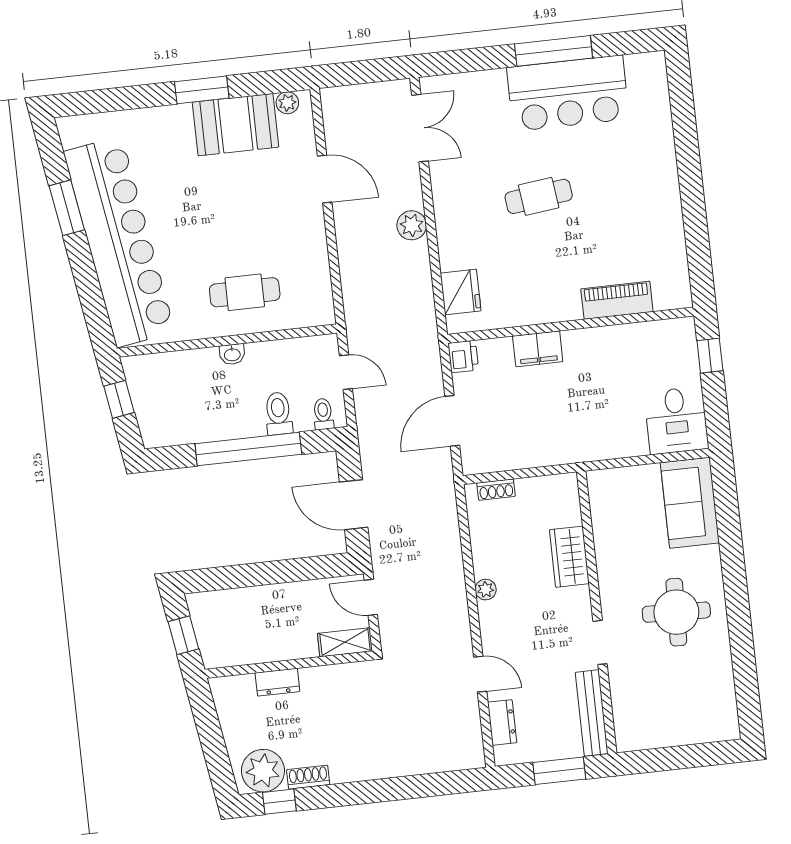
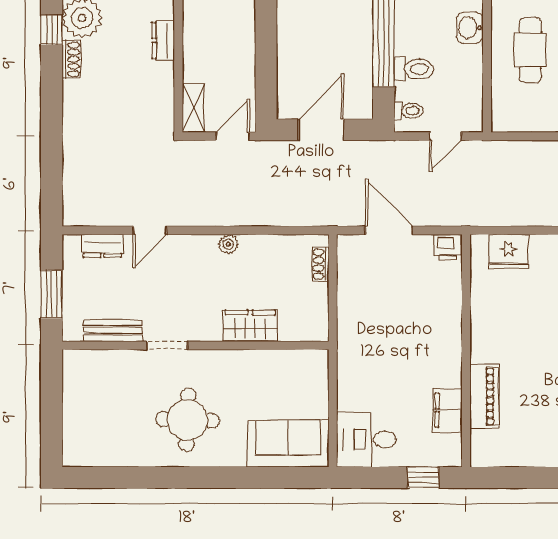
filing cabinet: (538, 349) -> (447, 410), moved
washbasin: (232, 354) -> (470, 28), width x1.38, depth x1.45
bench: (592, 713) -> (113, 330), width x0.73

